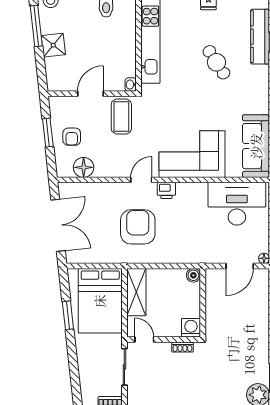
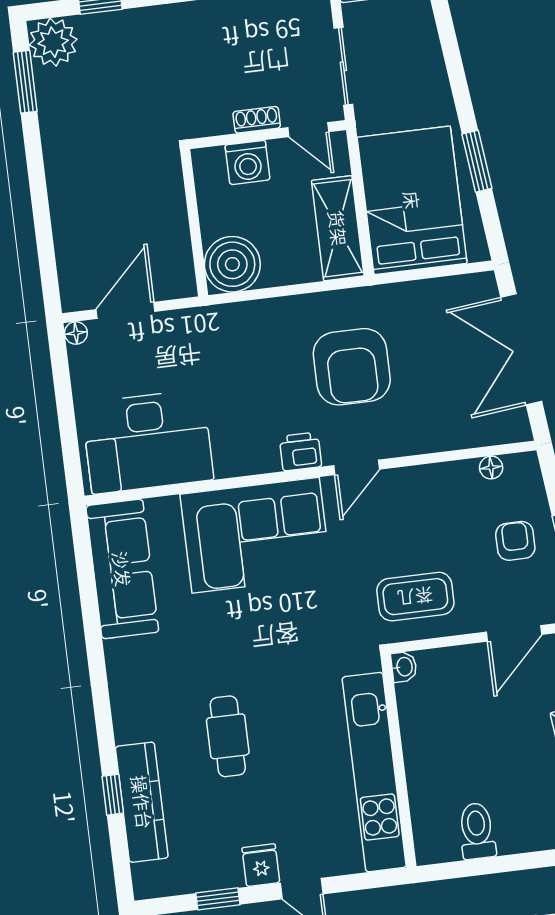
cafe table: (216, 62) -> (228, 736), turned 33
door: (90, 94) -> (514, 633), moved
coffee table: (121, 117) -> (415, 597), turned 90
floor lamp: (84, 167) -> (491, 467), width x0.53, depth x0.53
boiler: (193, 275) -> (232, 264), width x1.86, depth x1.86
washing machine: (191, 328) -> (248, 162), moved
shoe rack: (182, 347) -> (257, 120), moved

